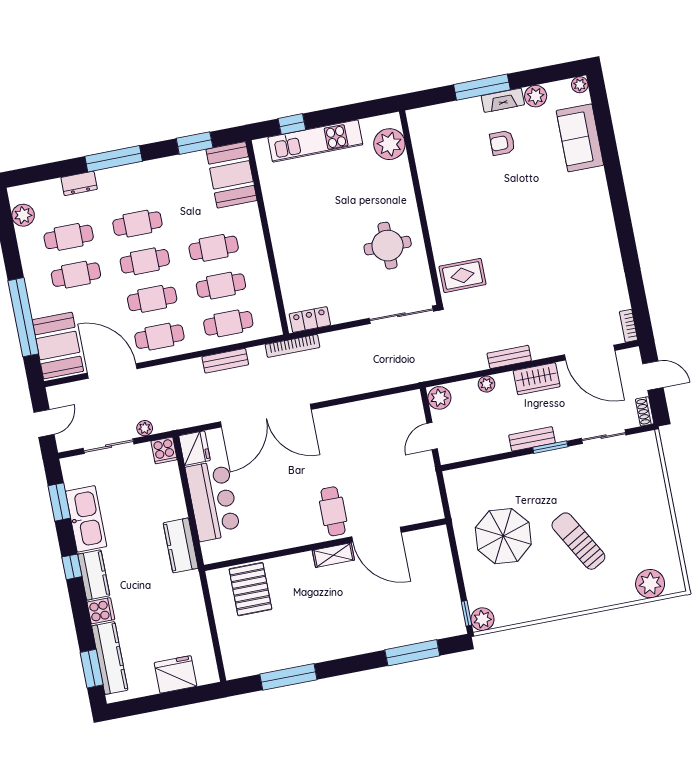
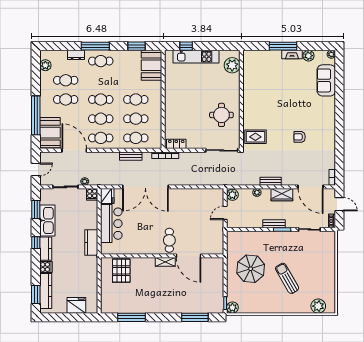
armchair: (502, 143) -> (300, 137), moved
cafe table: (137, 224) -> (101, 61), moved

